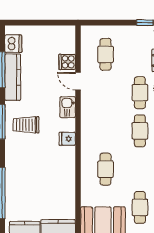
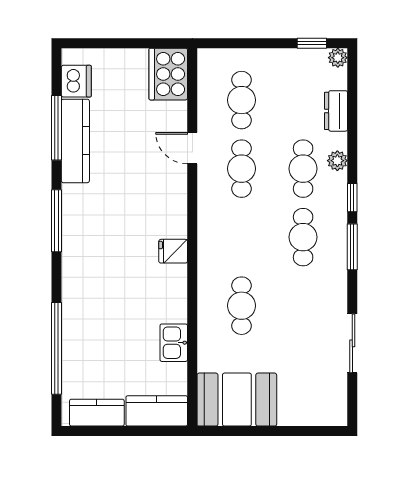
cooker: (67, 62) -> (168, 74), moved, width x1.87, depth x1.31
kitchen sink: (68, 107) -> (174, 343), moved
trolley: (26, 125) -> (99, 226), removed
cafe table: (140, 207) -> (242, 169), moved

